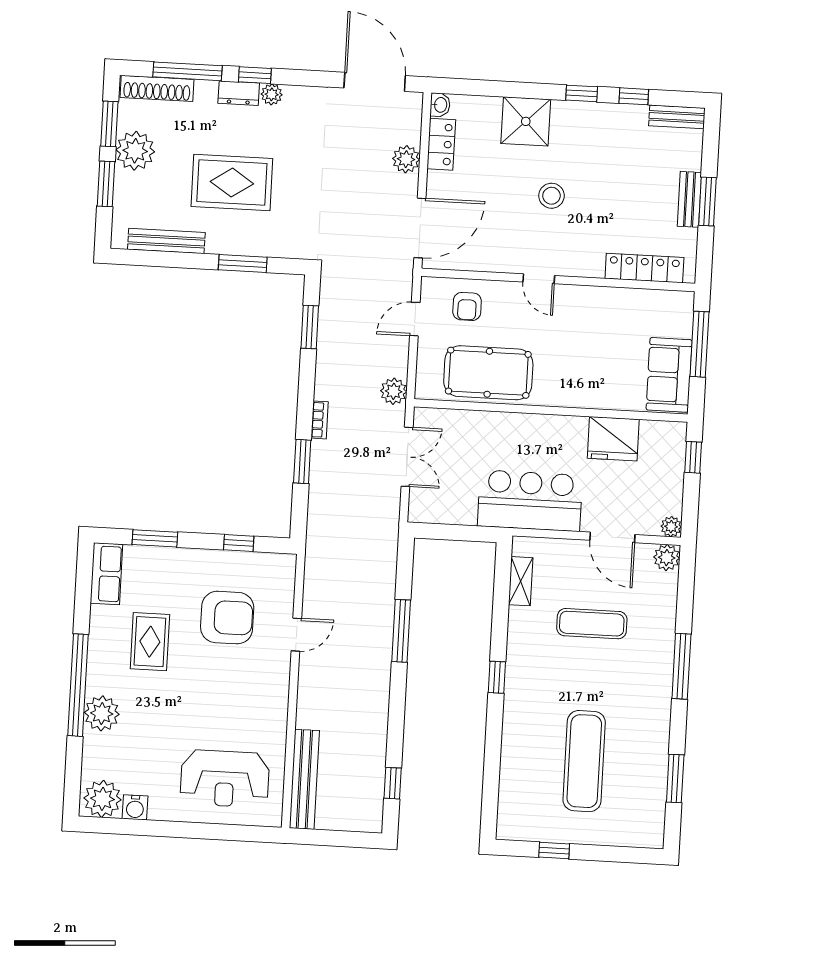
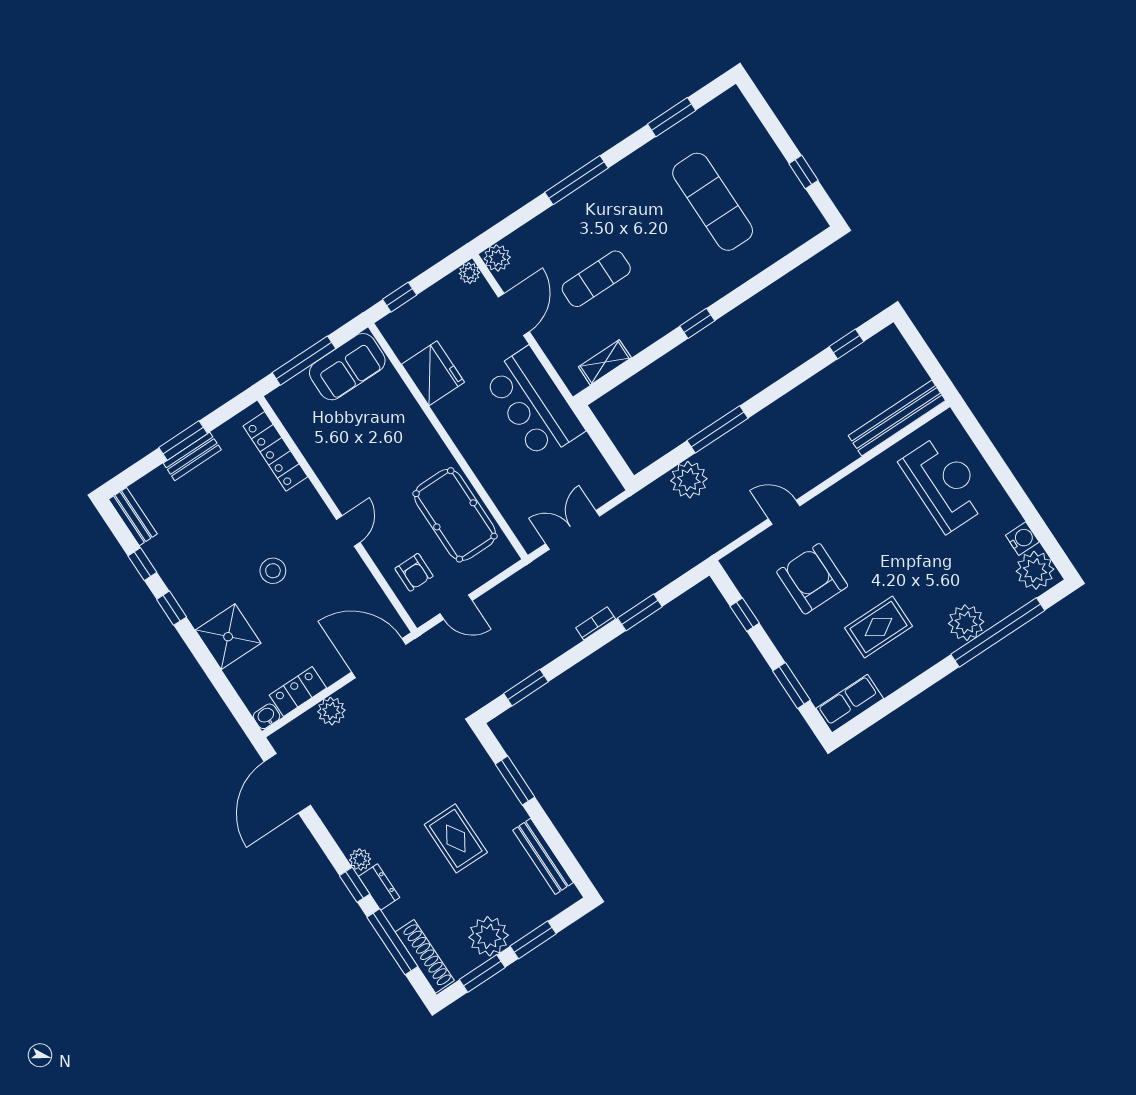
rug: (232, 183) -> (456, 838), width x0.73, depth x0.70
armchair: (467, 306) -> (414, 572), turned 90
plant: (394, 391) -> (689, 480), moved, width x1.36, depth x1.36
exercise mat: (592, 624) -> (596, 279), turned 90
window: (78, 685) -> (998, 632), moved
exercise mat: (584, 761) -> (713, 202), turned 90

